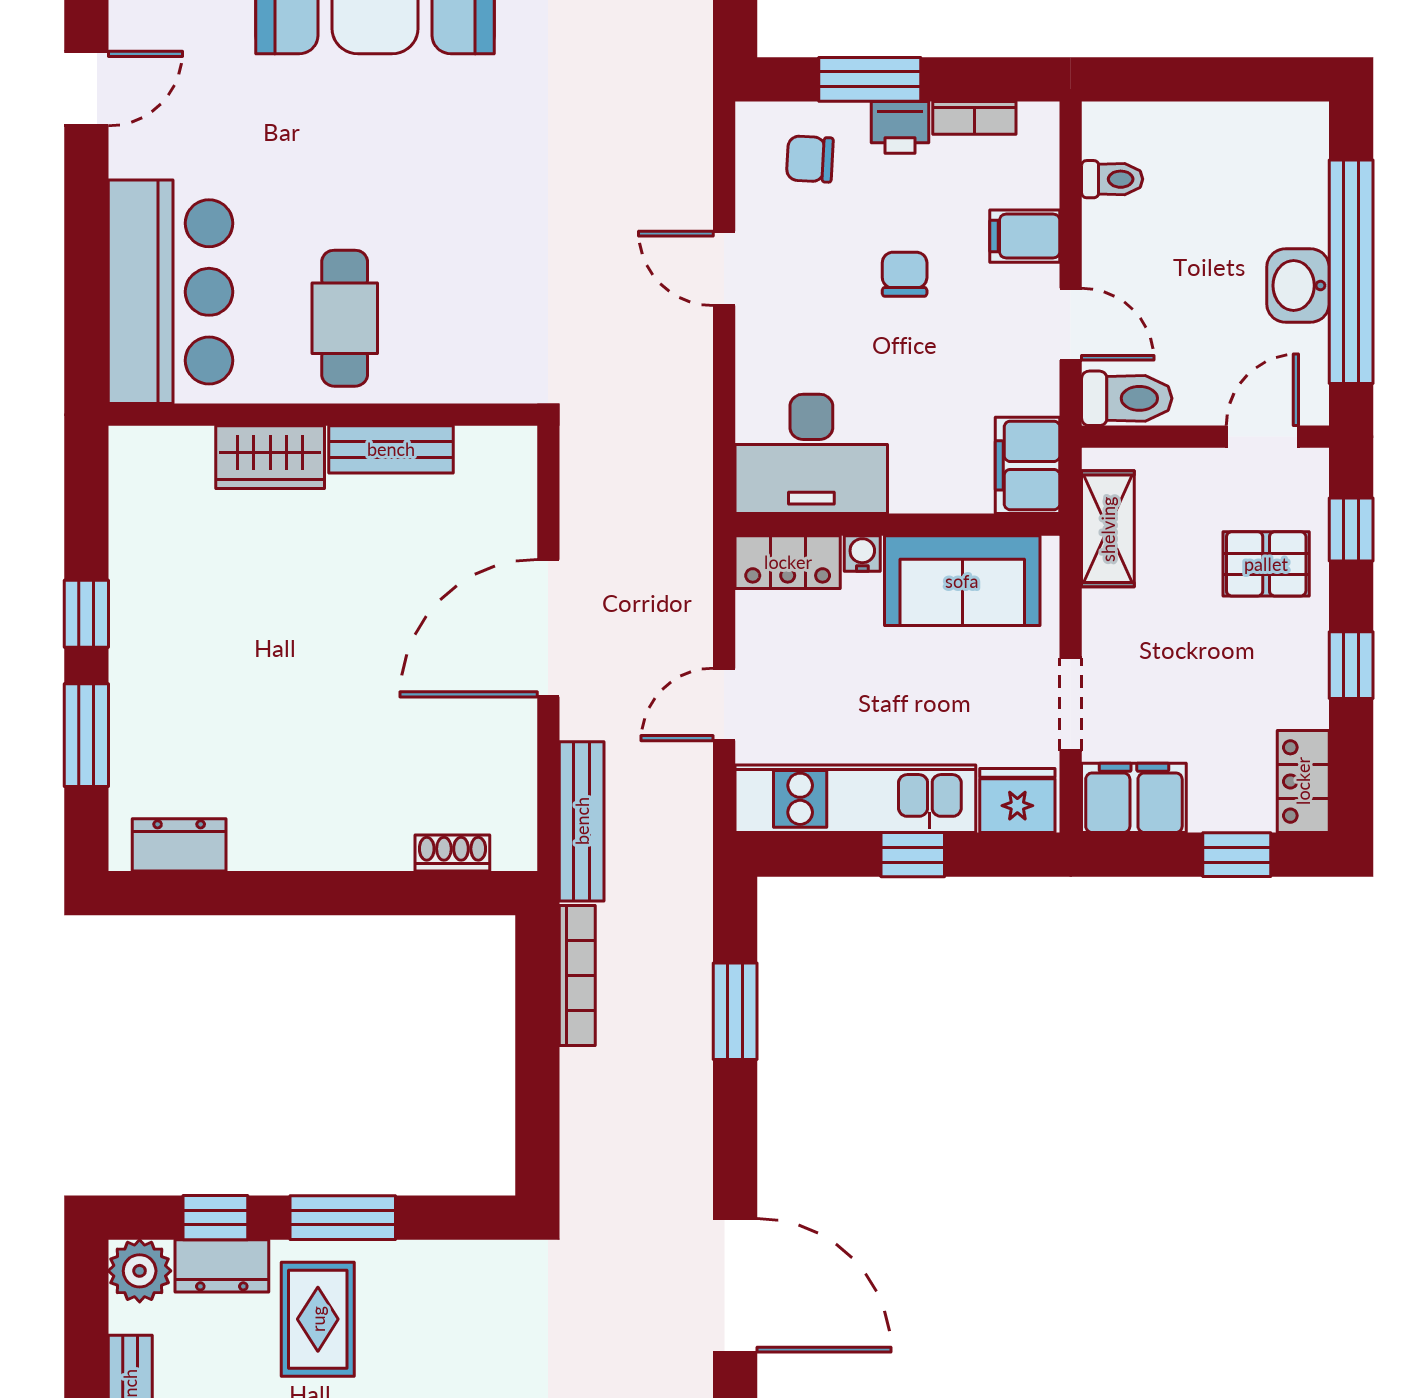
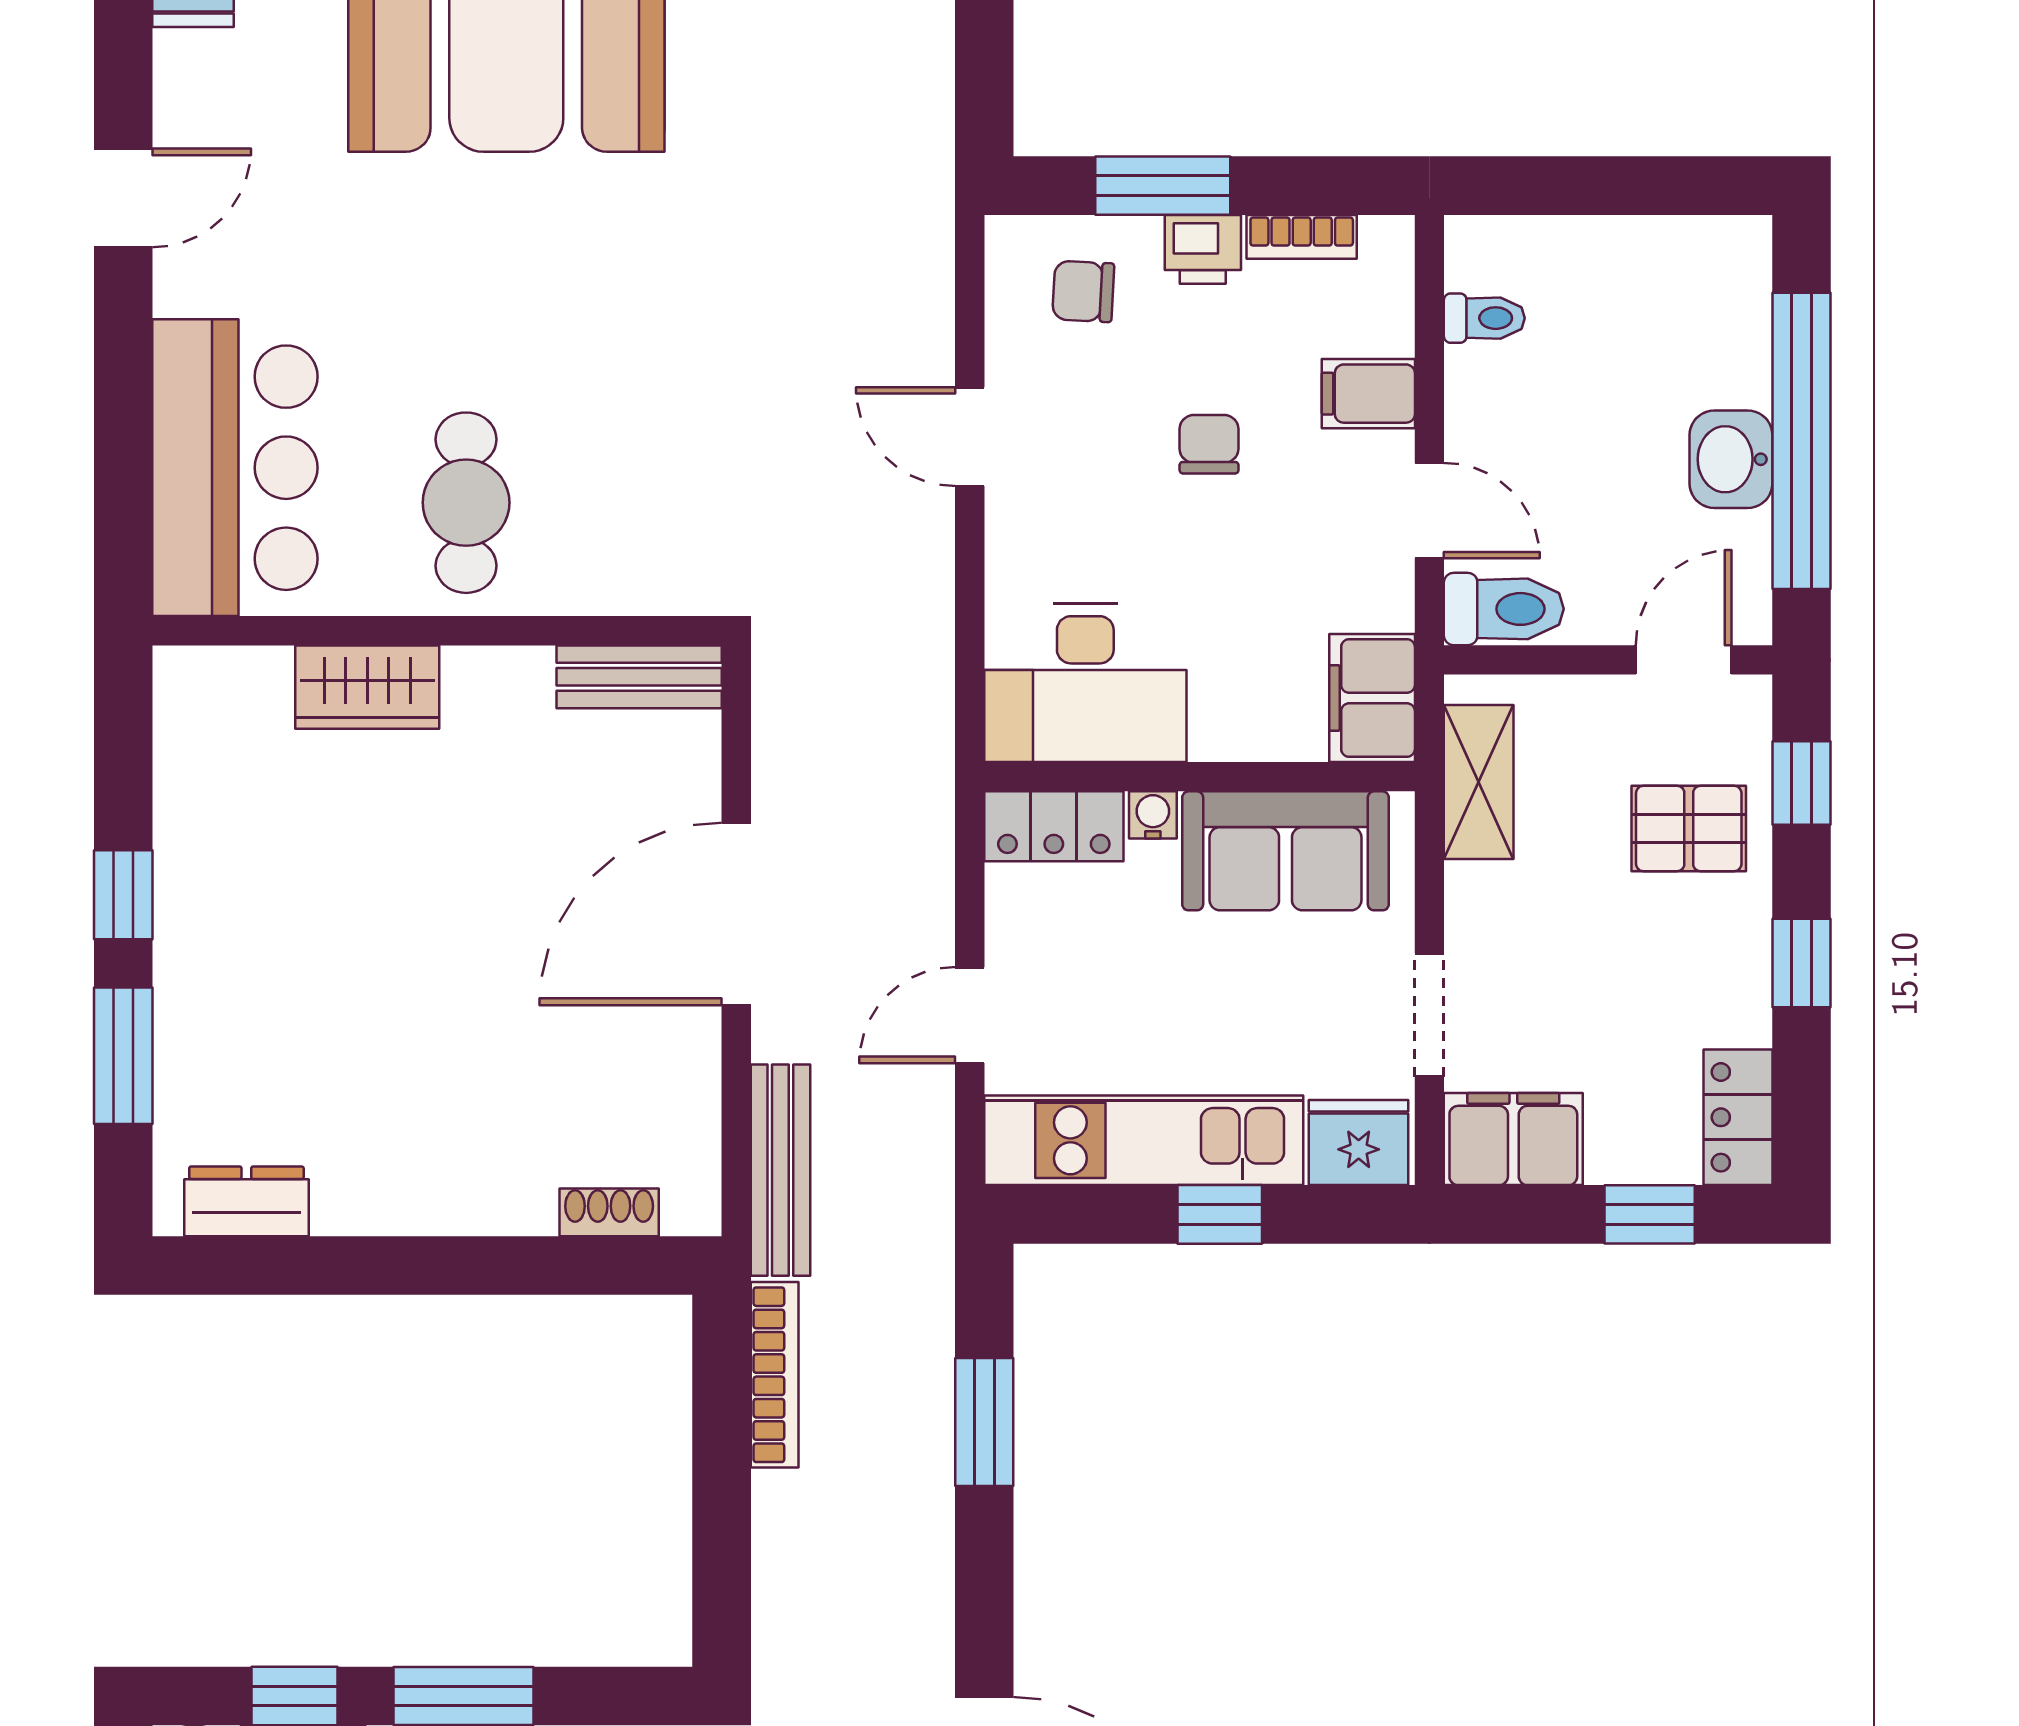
bench: (391, 449) -> (639, 677), moved

